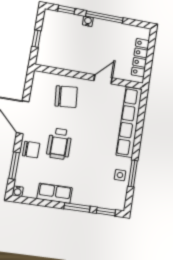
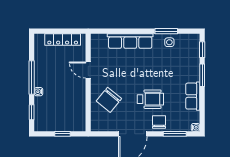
chair: (66, 97) -> (109, 100), turned -136
row of seats: (129, 122) -> (130, 41), width x0.73

